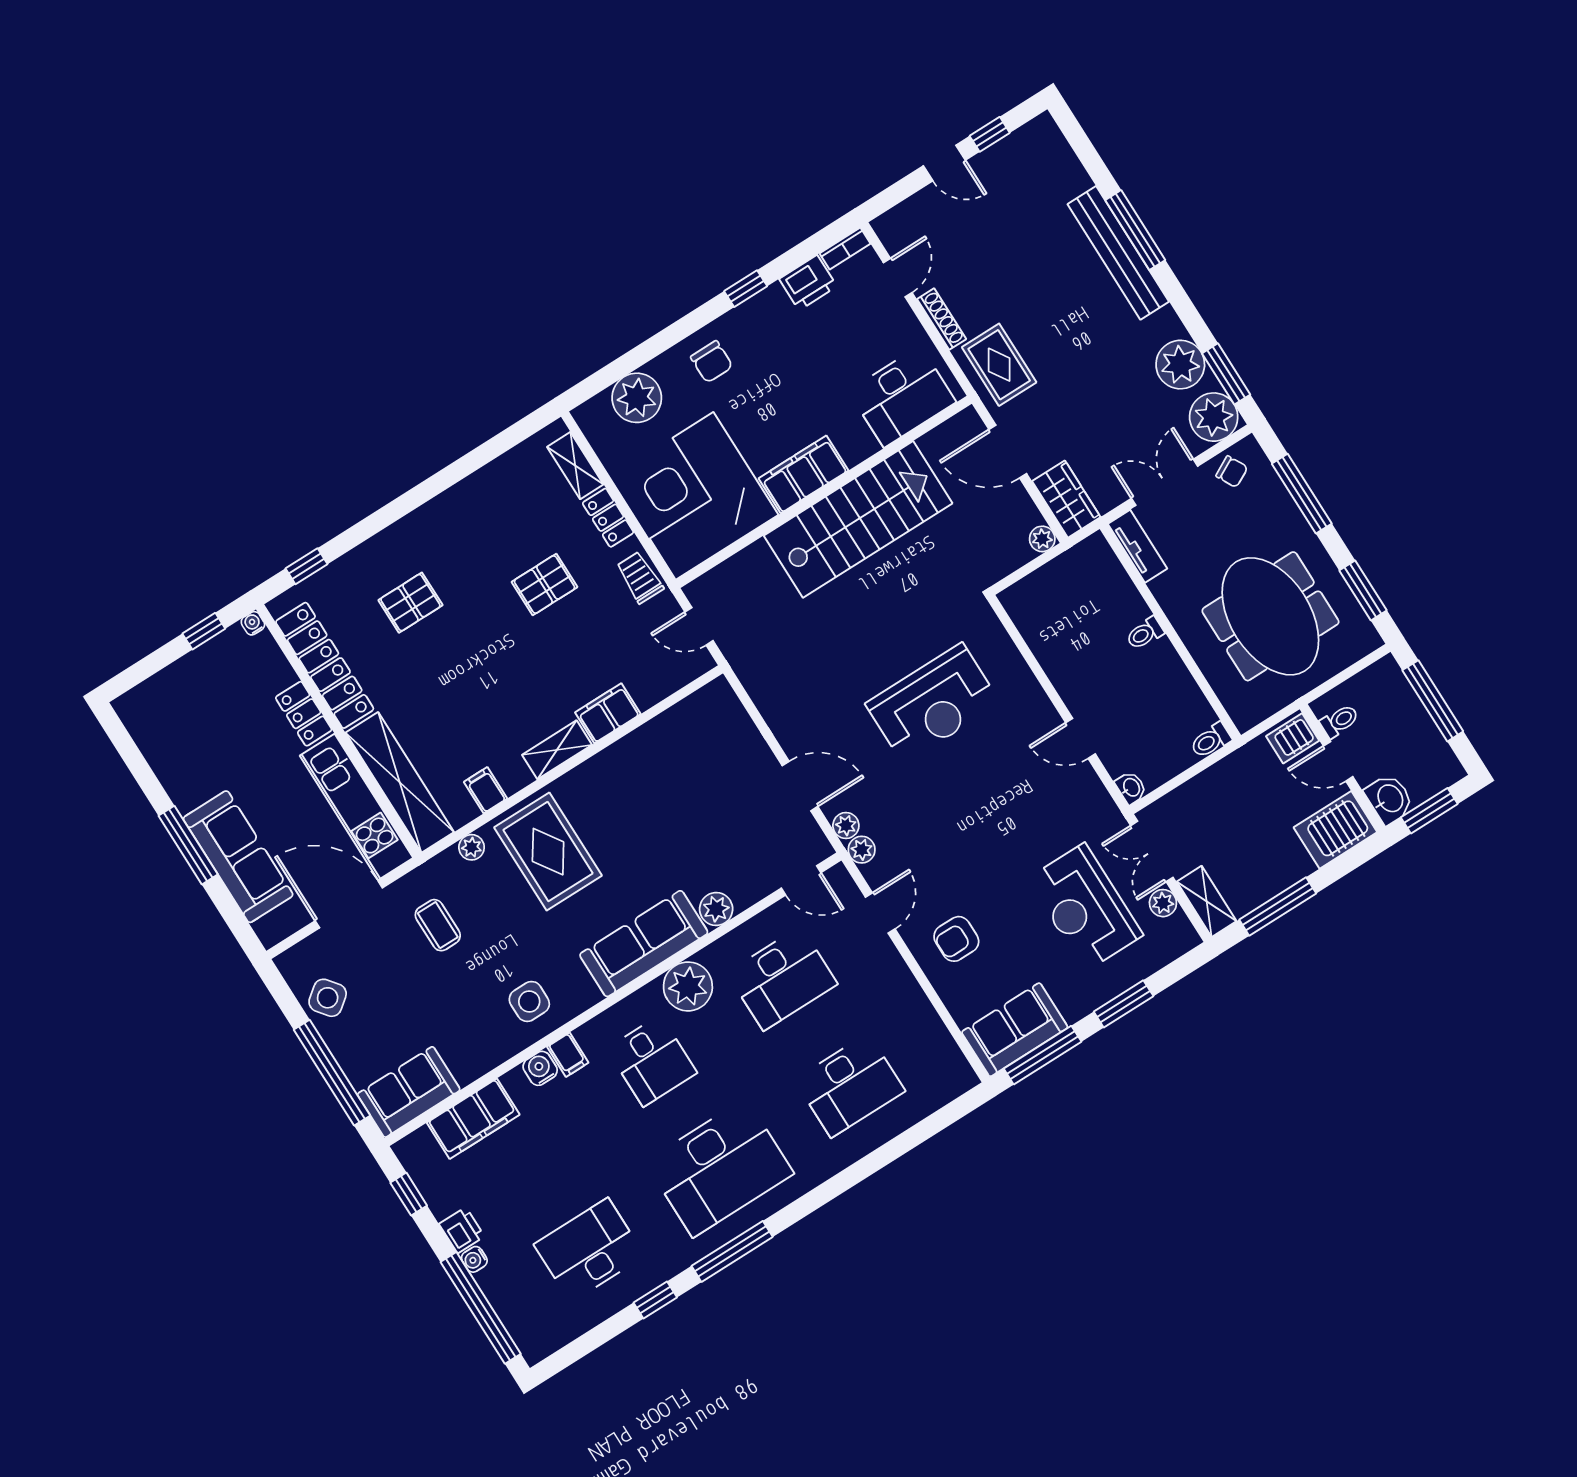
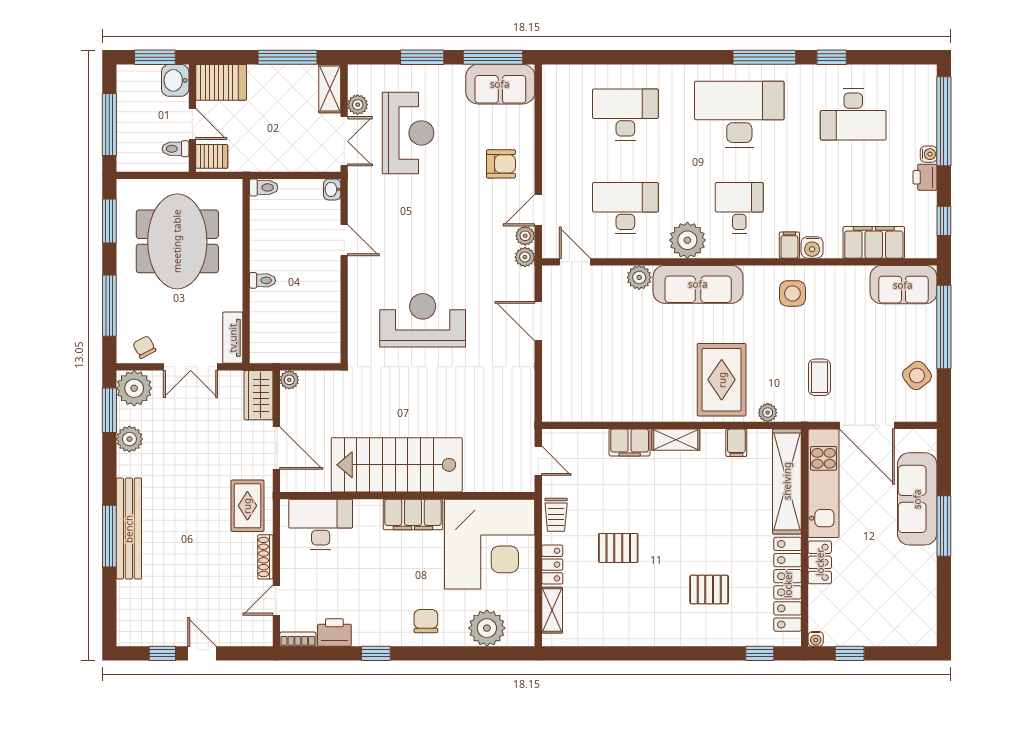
plant: (1180, 365) -> (129, 439), width x0.73, depth x0.73
plant: (846, 826) -> (525, 236), moved

